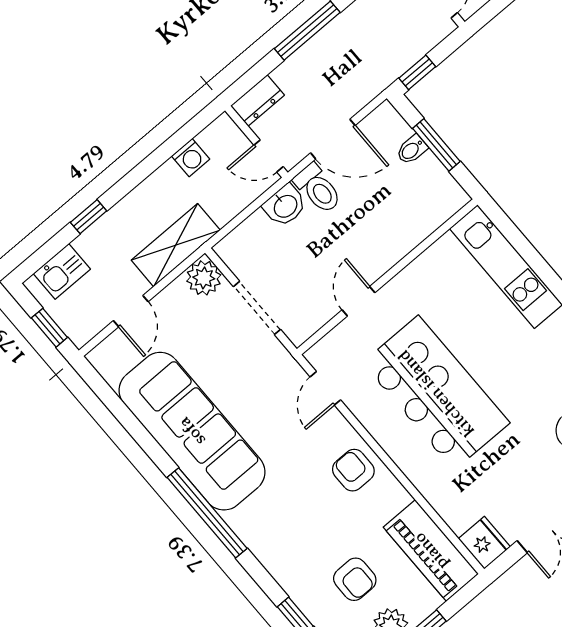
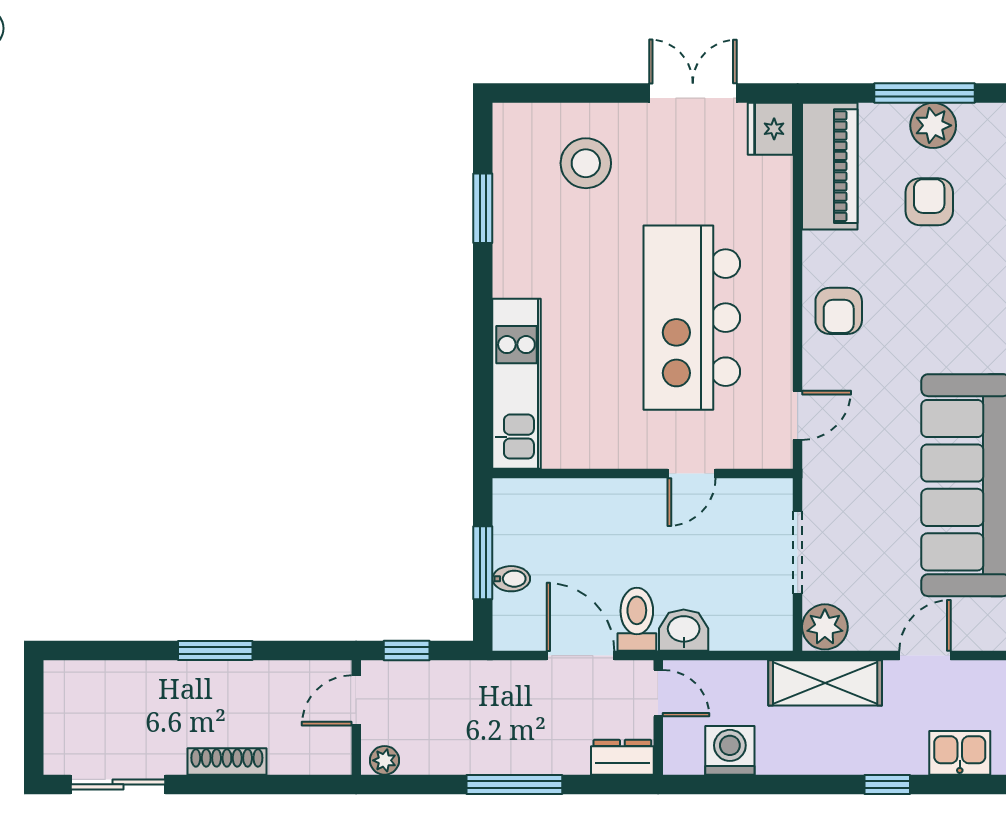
window: (417, 72) -> (407, 651), moved
washing machine: (191, 158) -> (730, 750), width x1.38, depth x1.38

